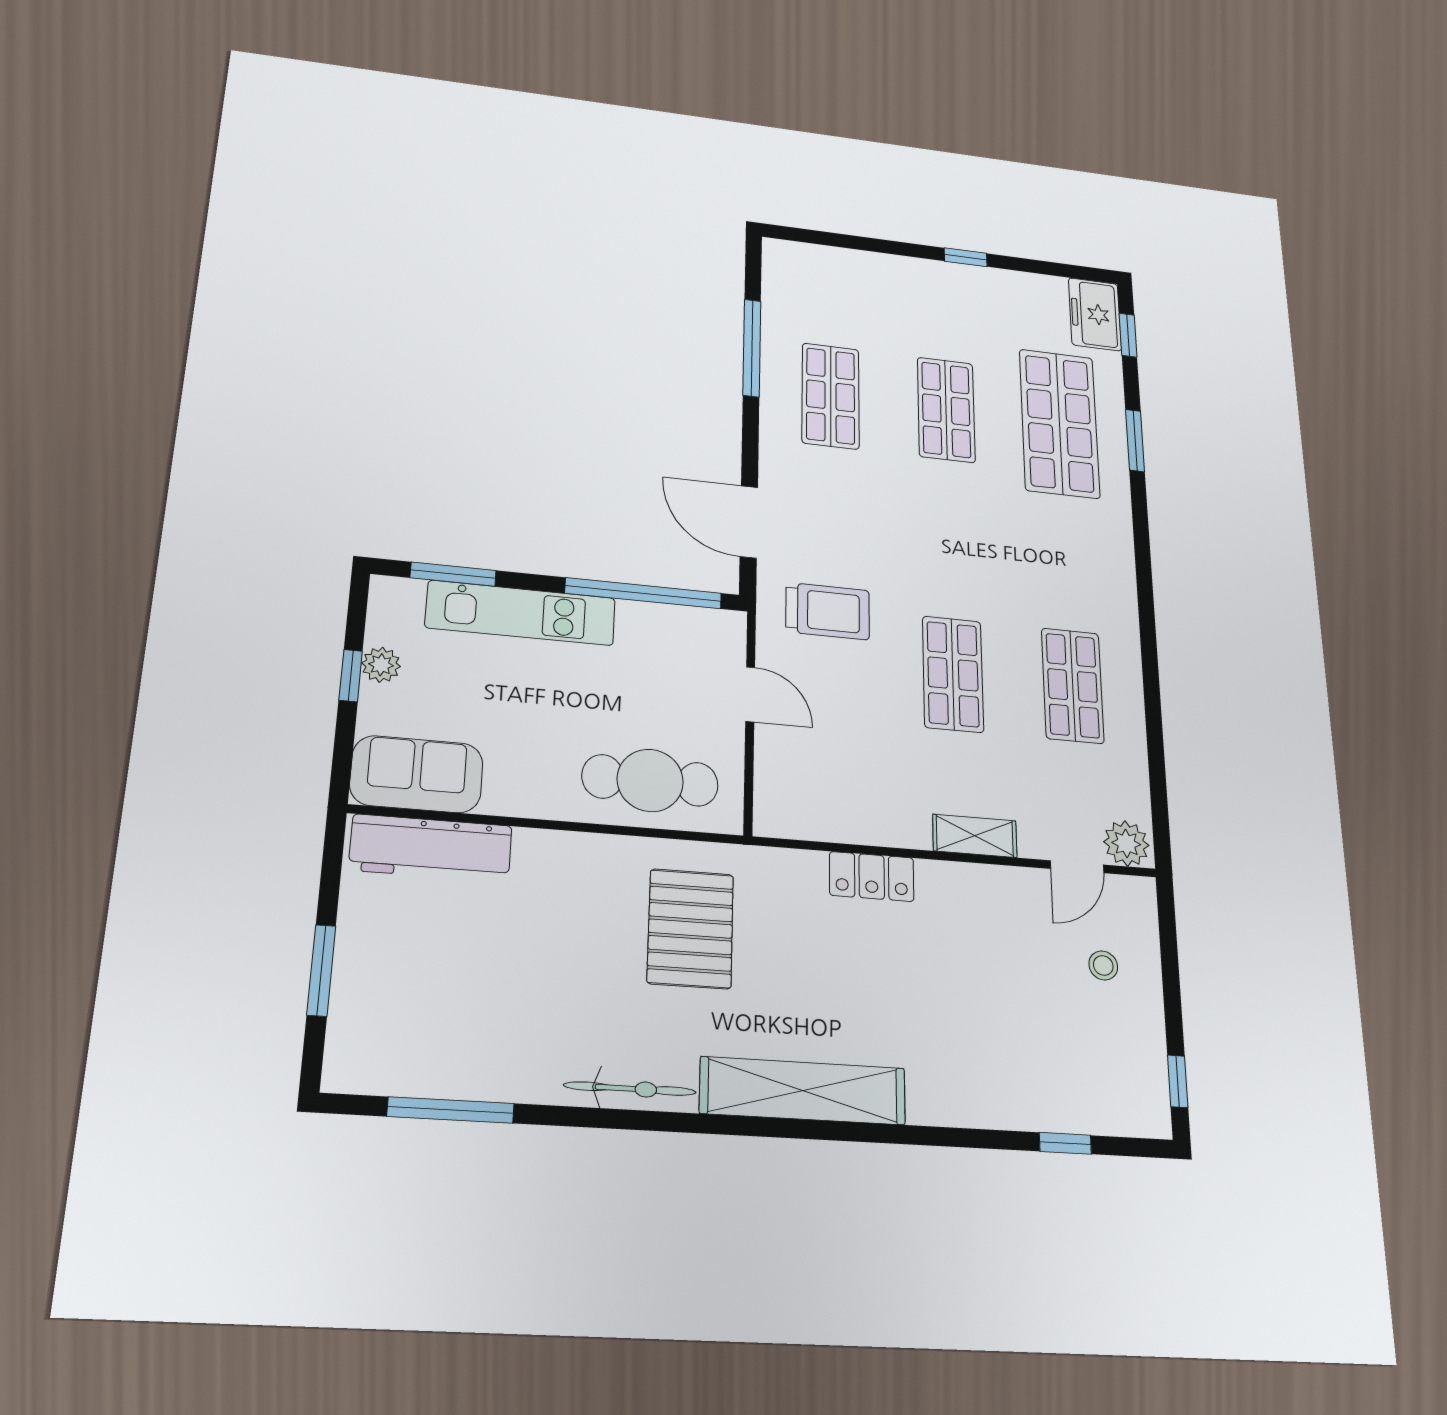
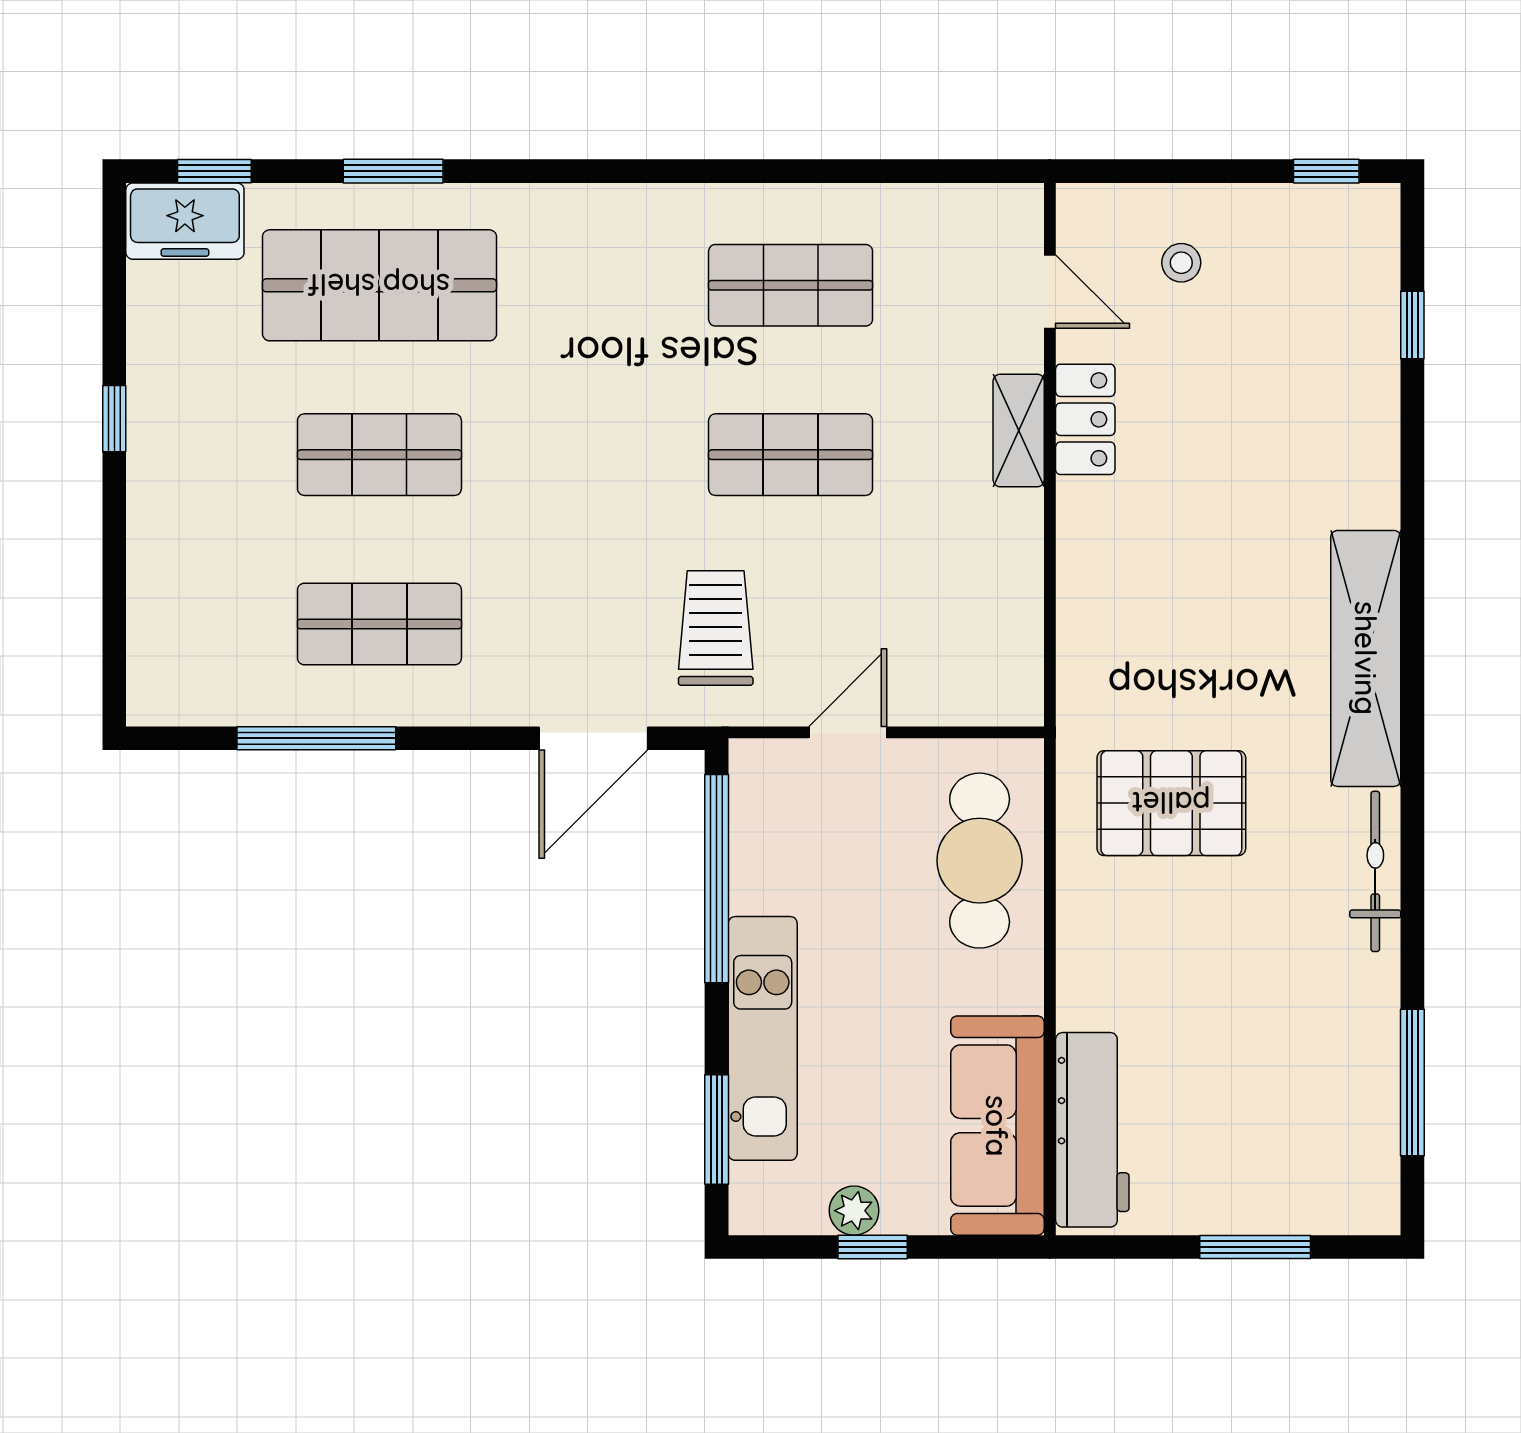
sofa: (417, 774) -> (997, 1126), width x1.36
plant: (1126, 843) -> (1012, 221), removed
locker: (872, 877) -> (1085, 419), moved

